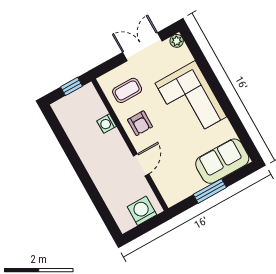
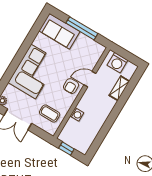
armchair: (140, 123) -> (71, 86), moved, turned 180
window: (210, 191) -> (82, 28), width x1.44
shelving: (109, 195) -> (119, 88), added

